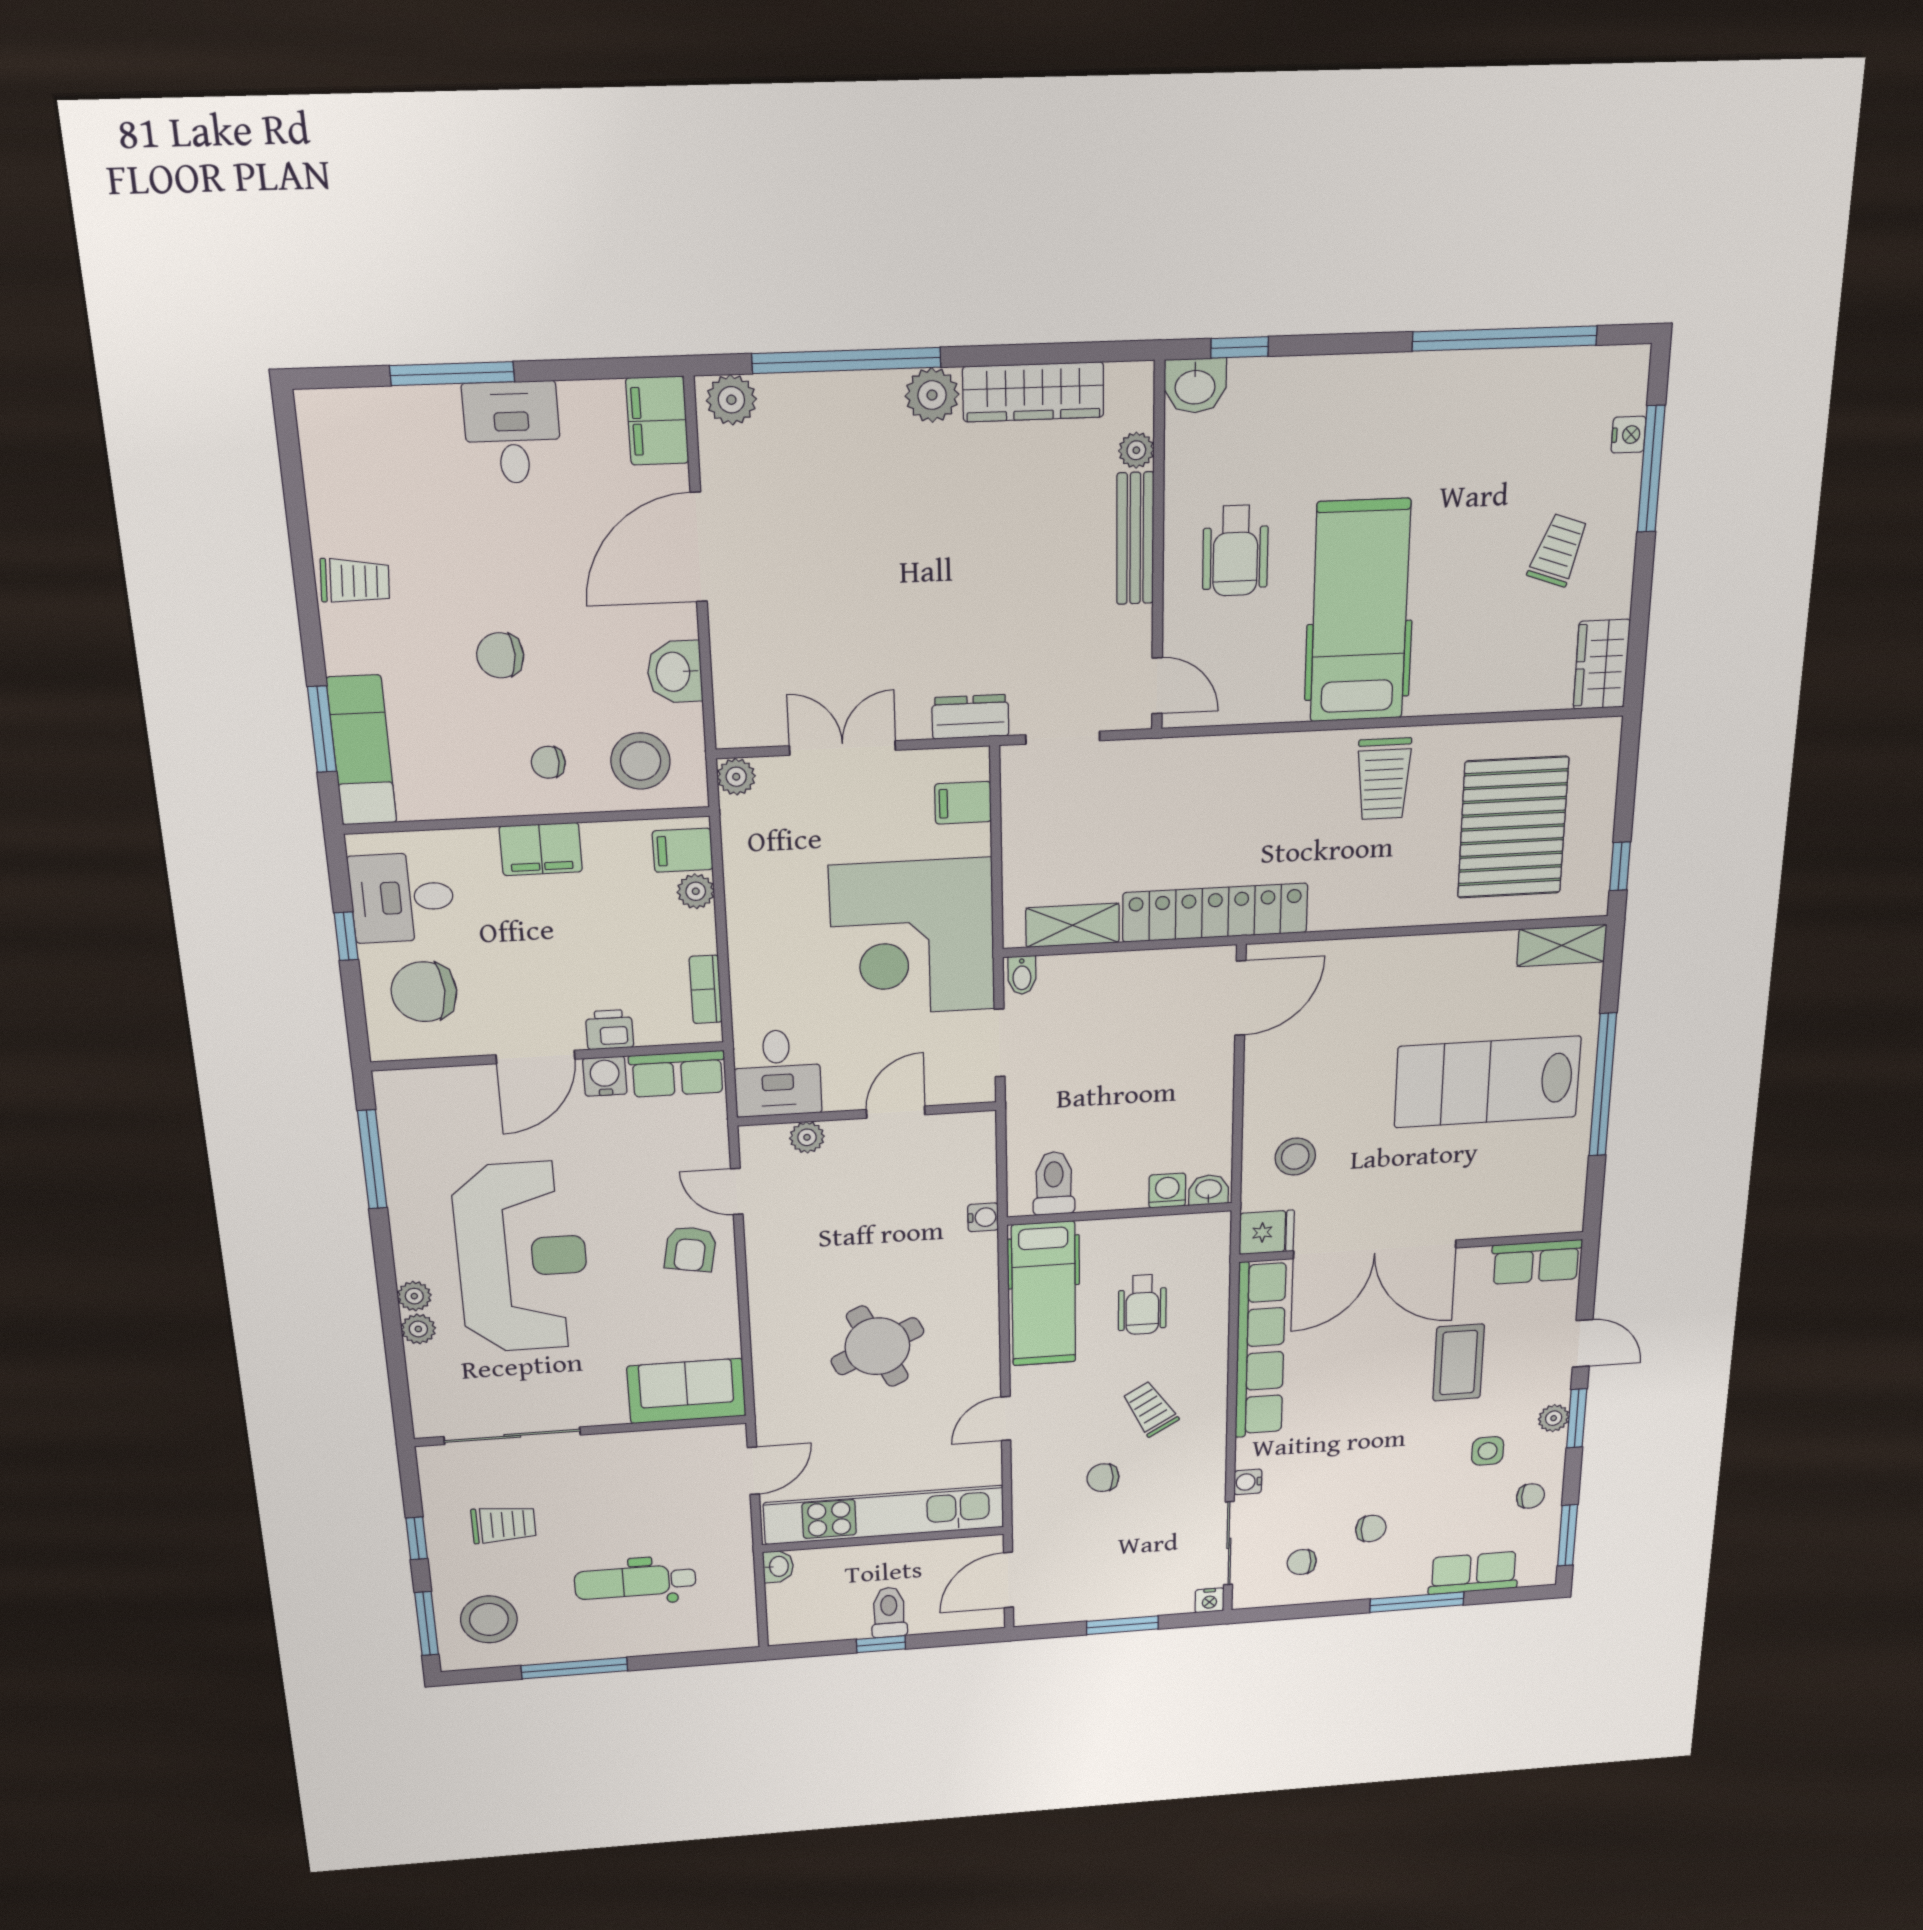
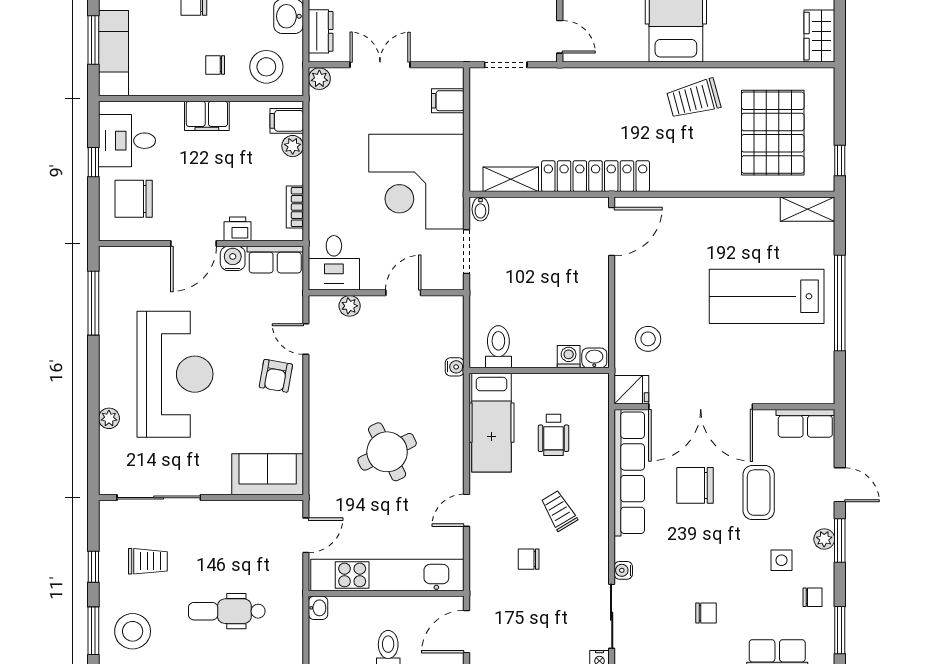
dresser: (970, 717) -> (321, 31), moved, turned 90
trolley: (1384, 779) -> (694, 99), turned 75
plant: (414, 1296) -> (109, 396), removed
chair: (1302, 1562) -> (695, 485), moved, width x1.87, depth x1.87

